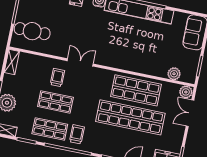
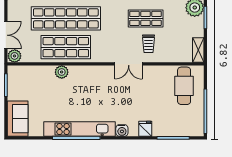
cafe table: (32, 31) -> (184, 86), turned 90
plant: (174, 74) -> (62, 72), moved

